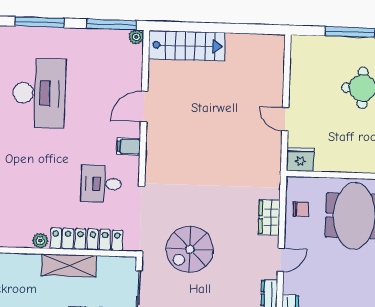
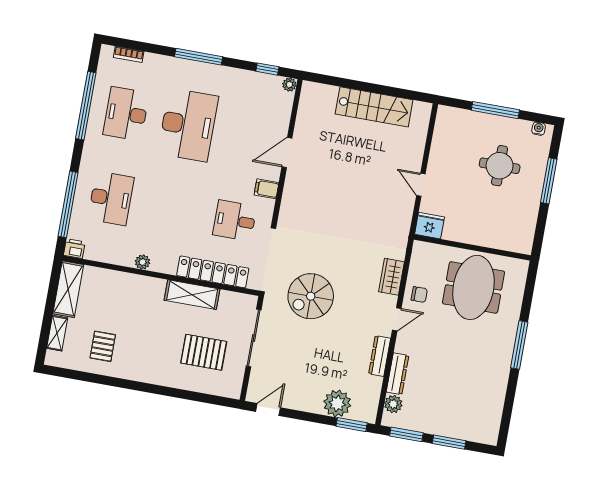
window: (112, 24) -> (267, 69), width x0.46
stairs: (187, 46) -> (374, 107), moved
chair: (301, 209) -> (419, 295), moved
plant: (40, 241) -> (143, 262), moved

